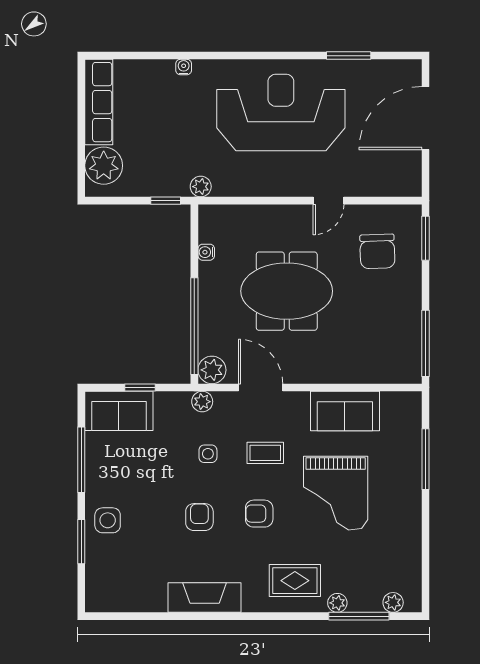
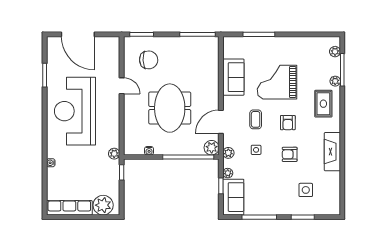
plant: (164, 400) -> (228, 173), added
grand piano: (336, 493) -> (277, 82), turned 180
side table: (108, 520) -> (306, 190), moved

